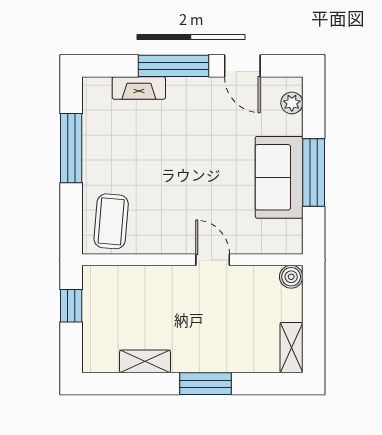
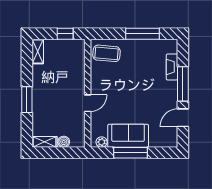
plant: (292, 103) -> (102, 142), moved
boiler: (291, 277) -> (64, 142), moved
shelving: (145, 361) -> (38, 52), moved

